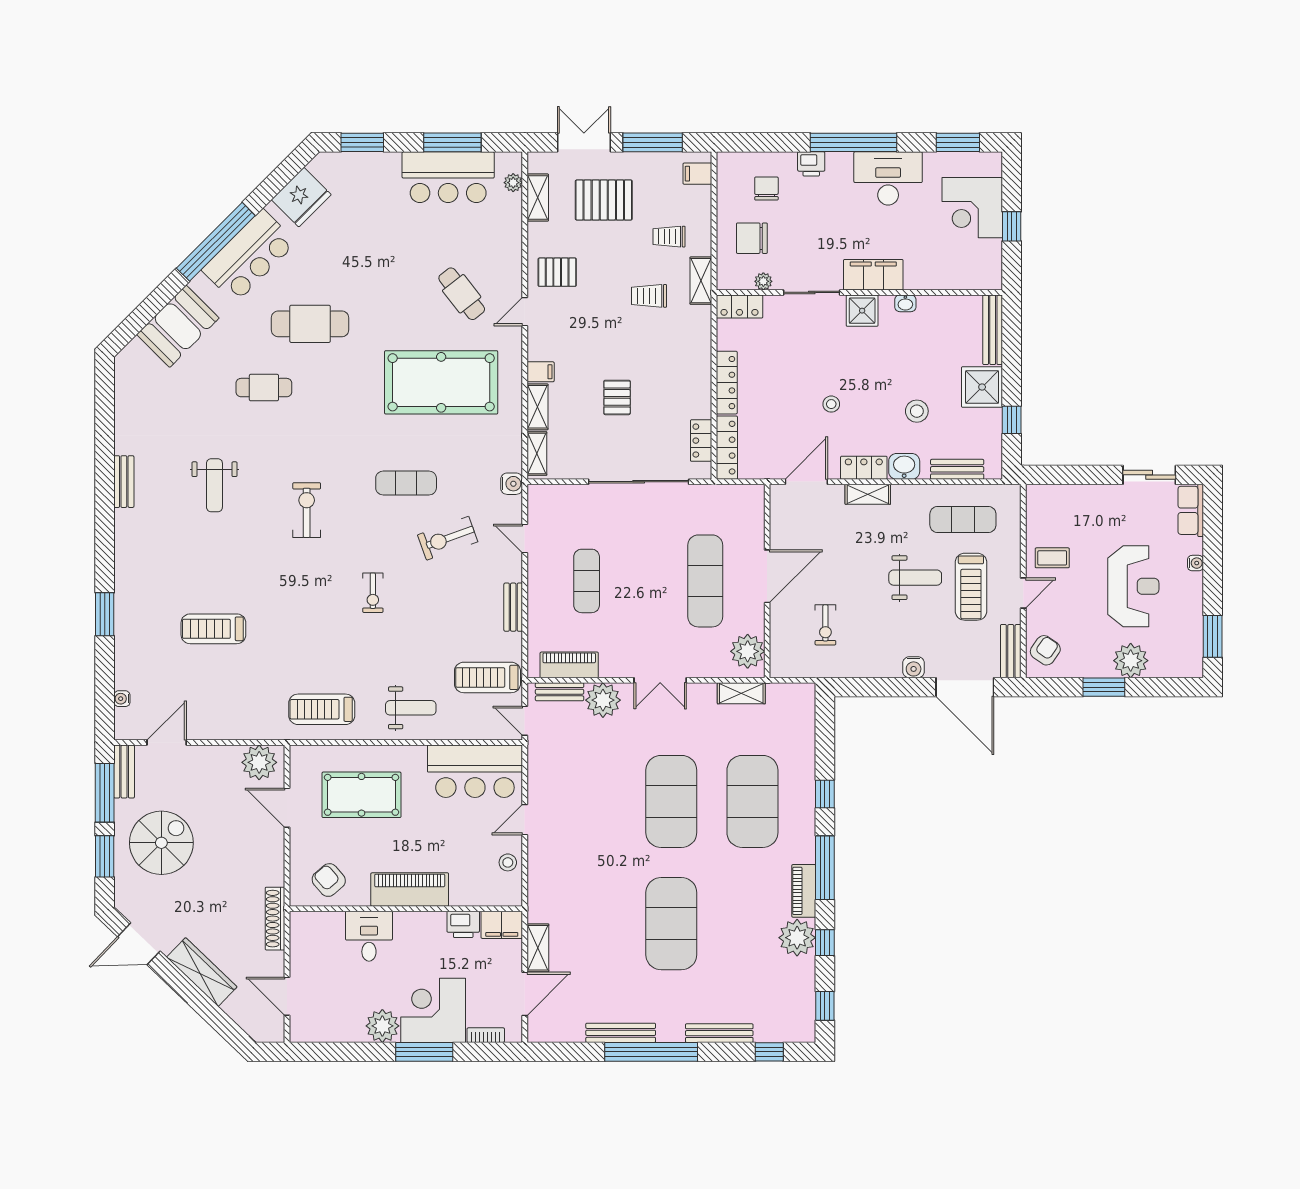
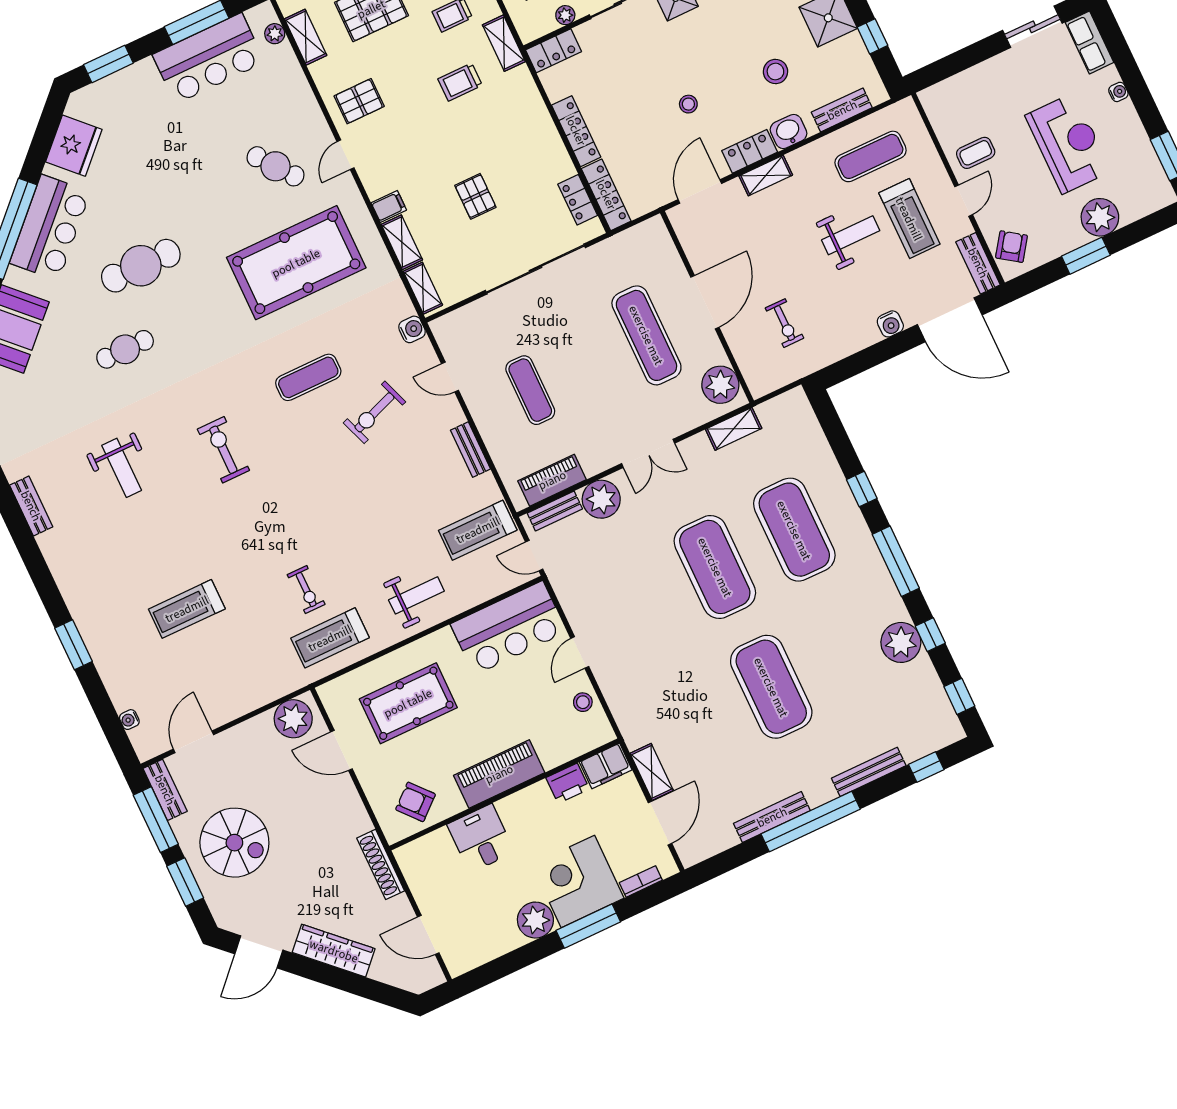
exercise bike: (373, 593) -> (306, 590), moved
spiral stairs: (161, 843) -> (234, 843), turned 90
piano: (804, 891) -> (886, 594), removed

